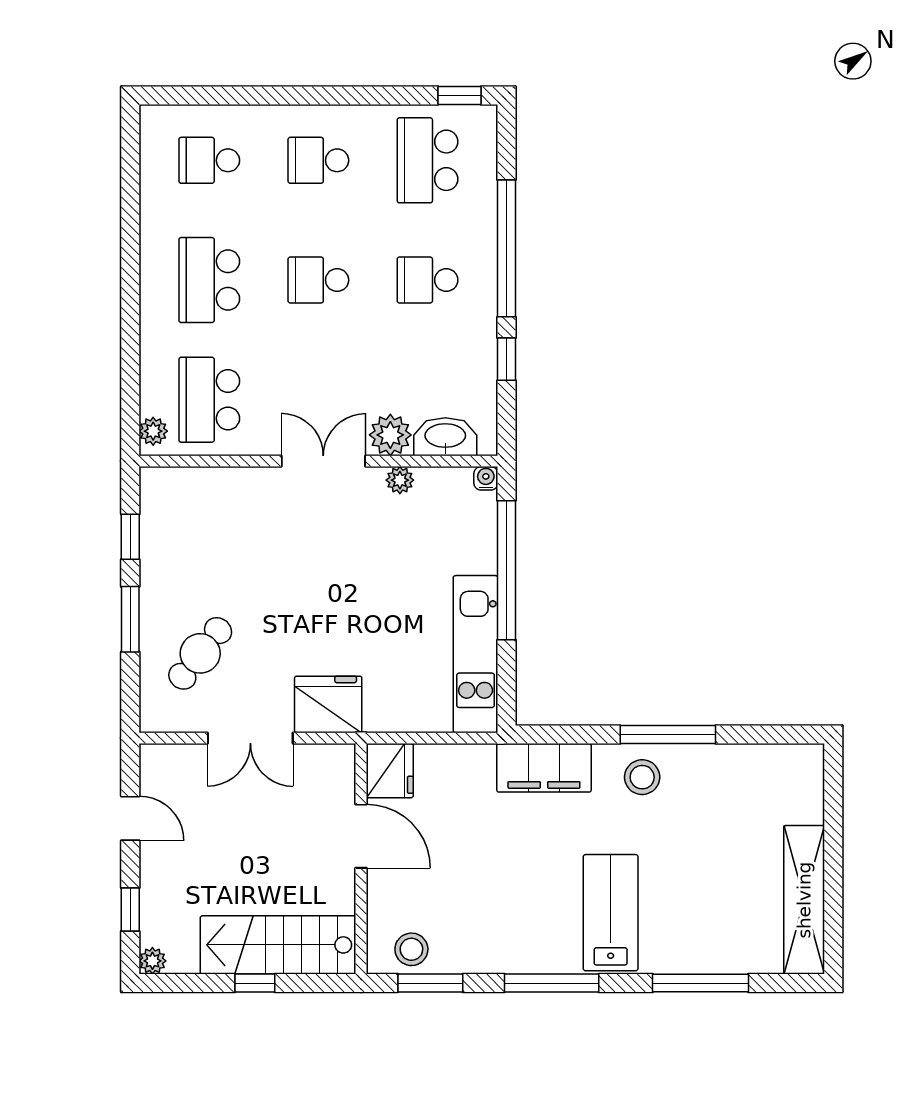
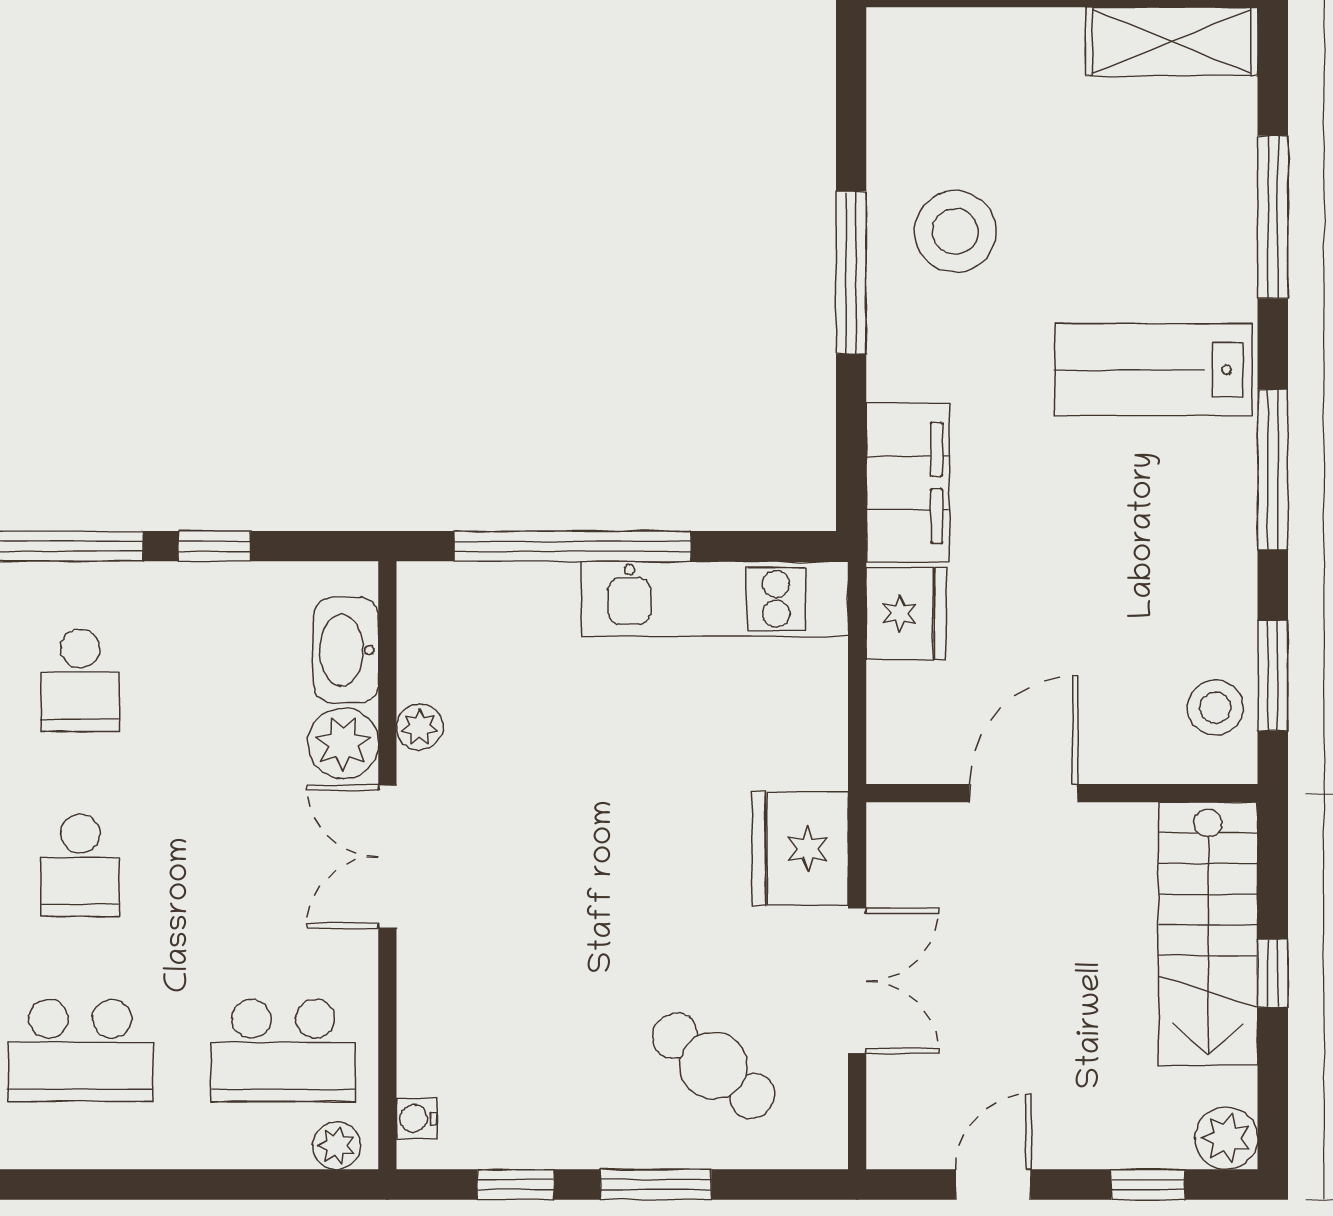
water cooler: (486, 478) -> (417, 1118), moved
fridge: (390, 771) -> (906, 613), moved, turned 90
stool: (642, 777) -> (955, 231), moved, width x1.38, depth x1.38
shelving: (804, 900) -> (1172, 42), width x0.68
plant: (152, 961) -> (1226, 1138), width x1.38, depth x1.38

